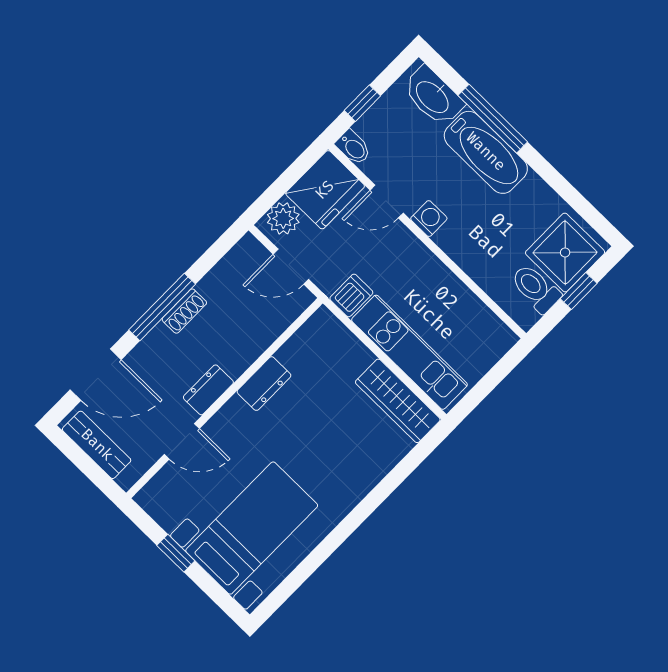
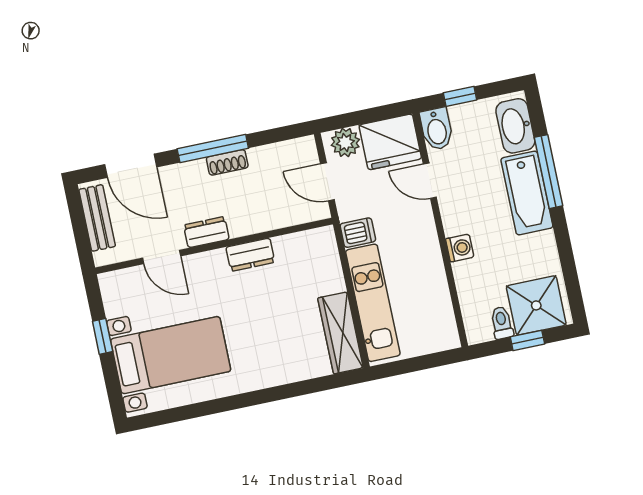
bidet: (353, 147) -> (436, 129), width x1.38, depth x1.36
washing machine: (429, 219) -> (460, 248), moved
toilet: (536, 288) -> (502, 323), width x0.73, depth x0.72

